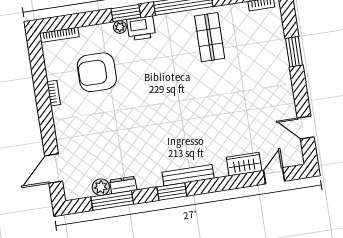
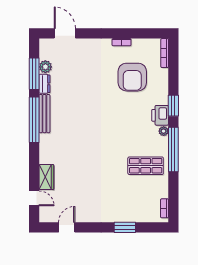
plant: (120, 27) -> (164, 131), moved
armchair: (97, 72) -> (132, 77), turned 180
bench: (188, 175) -> (44, 114), moved
window: (172, 191) -> (34, 120), width x2.11

